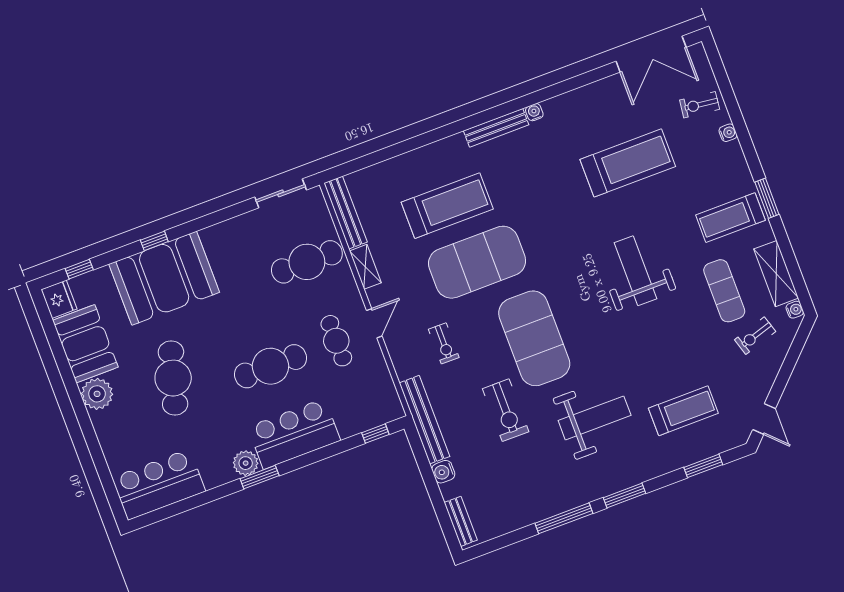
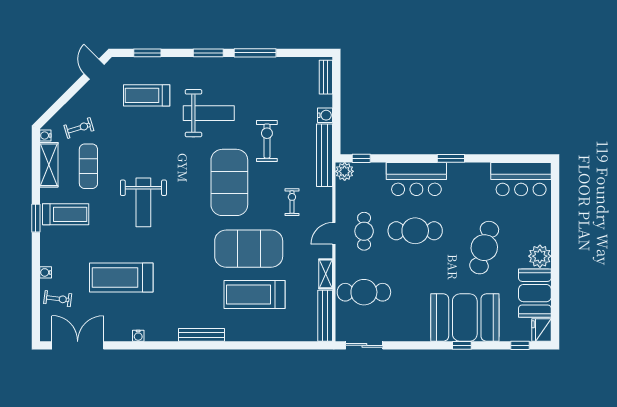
water cooler: (534, 112) -> (138, 336), moved
weight bench: (595, 418) -> (209, 113), turned 180
plant: (246, 463) -> (345, 171), moved

